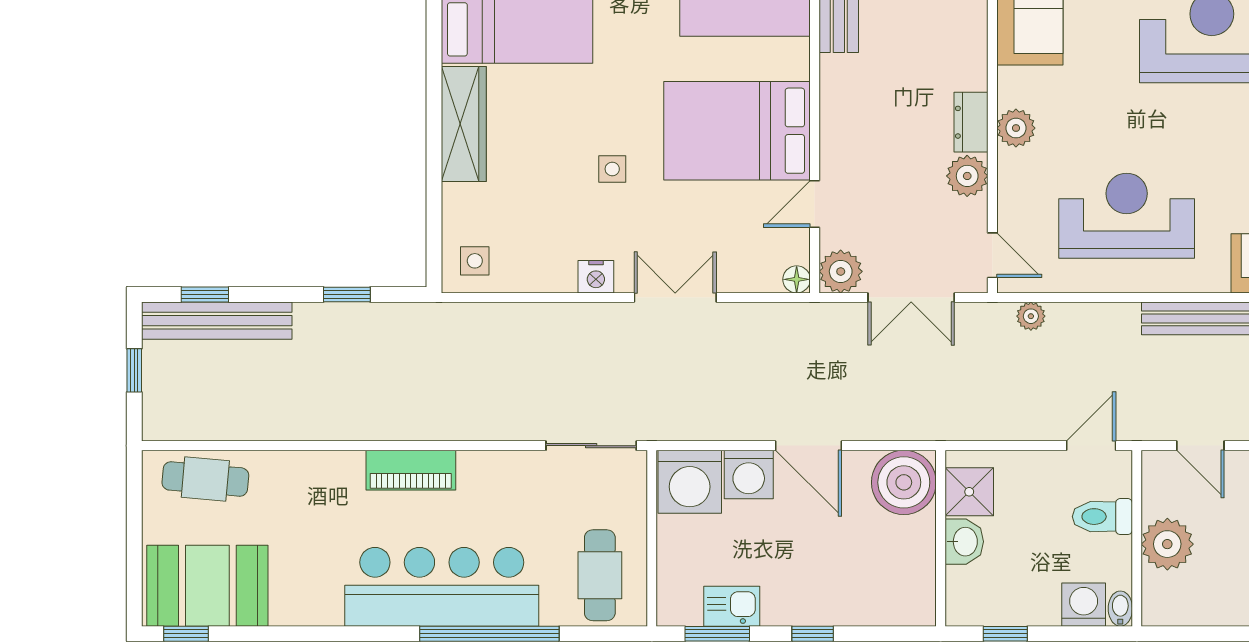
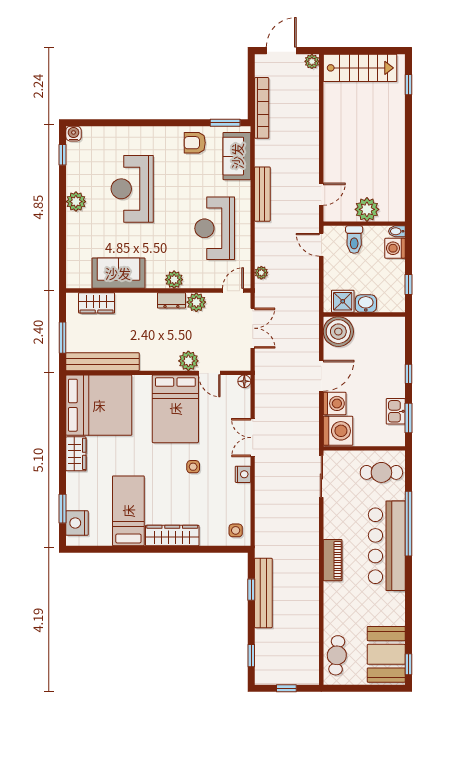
plant: (841, 271) -> (188, 361), moved
bench: (217, 321) -> (263, 593), moved

